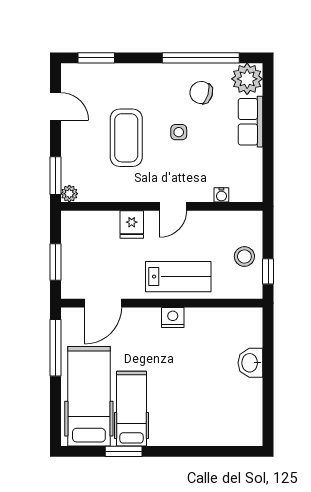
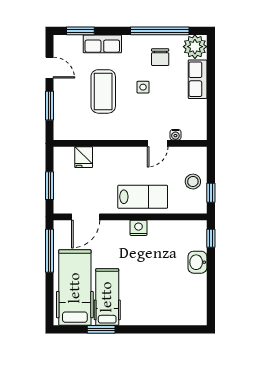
row of seats: (125, 75) -> (102, 44), added
chair: (201, 93) -> (160, 57), turned -107
window: (55, 176) -> (50, 106), moved
plant: (69, 194) -> (60, 134), removed
door: (173, 206) -> (158, 143), moved
fridge: (132, 224) -> (84, 157), moved
window: (268, 331) -> (211, 238), added

